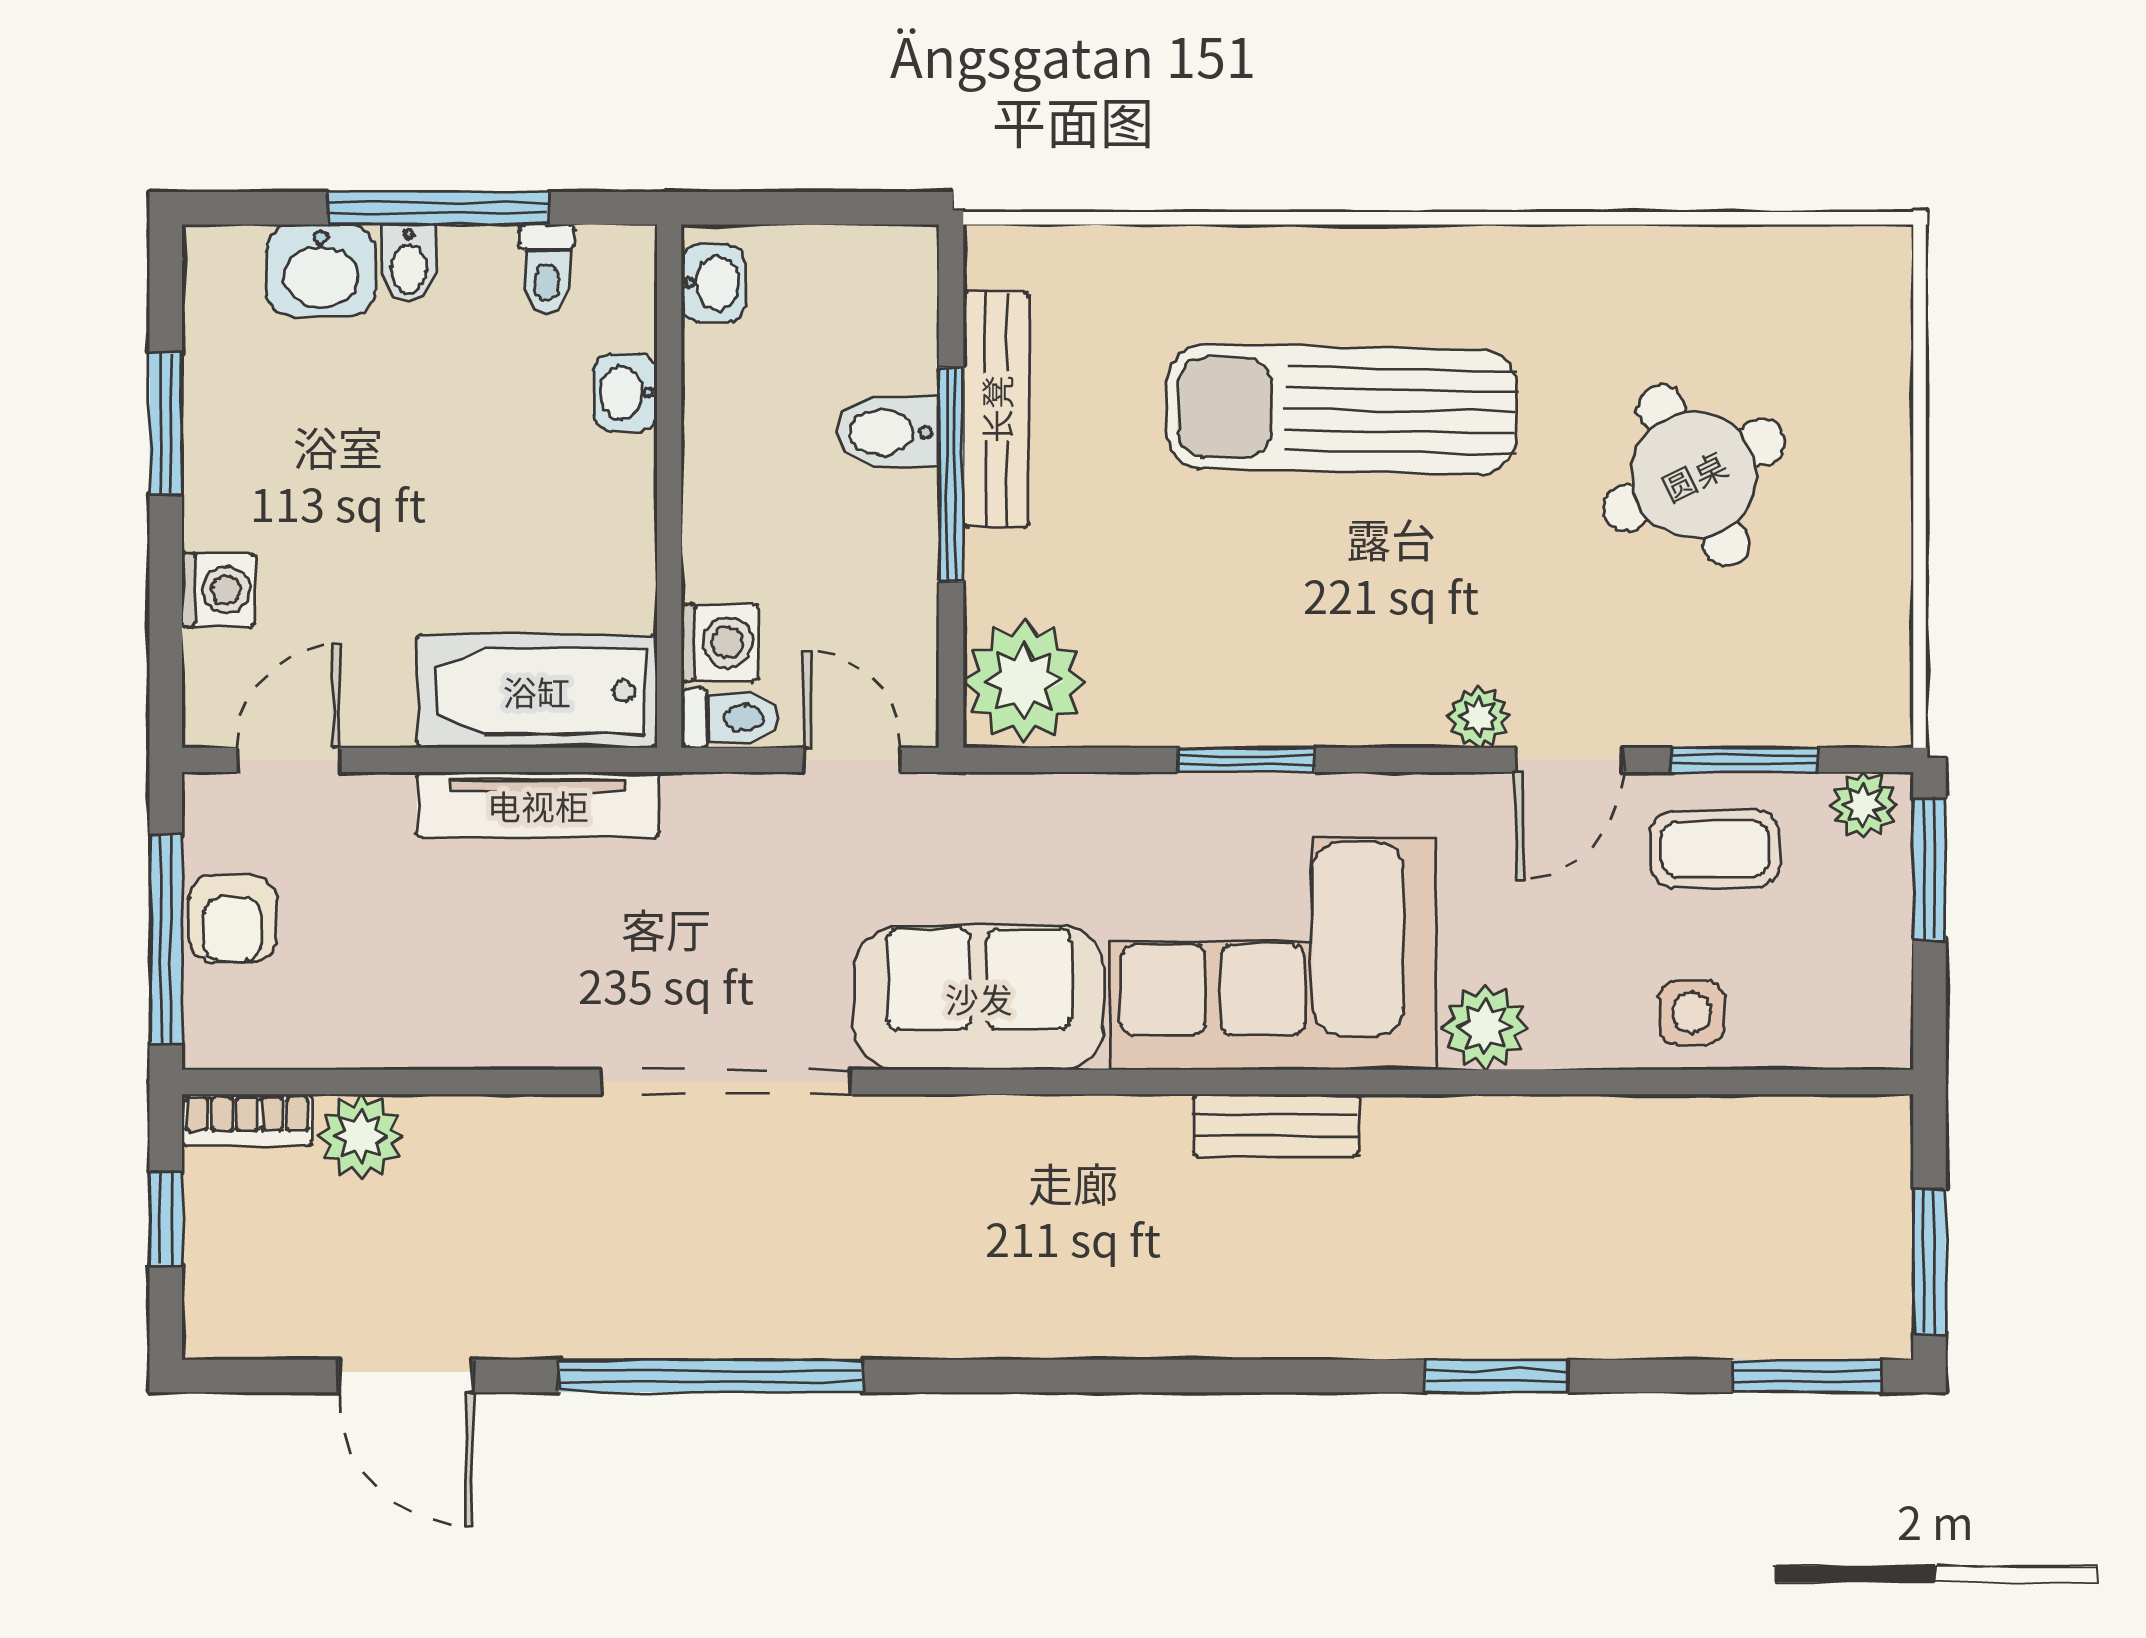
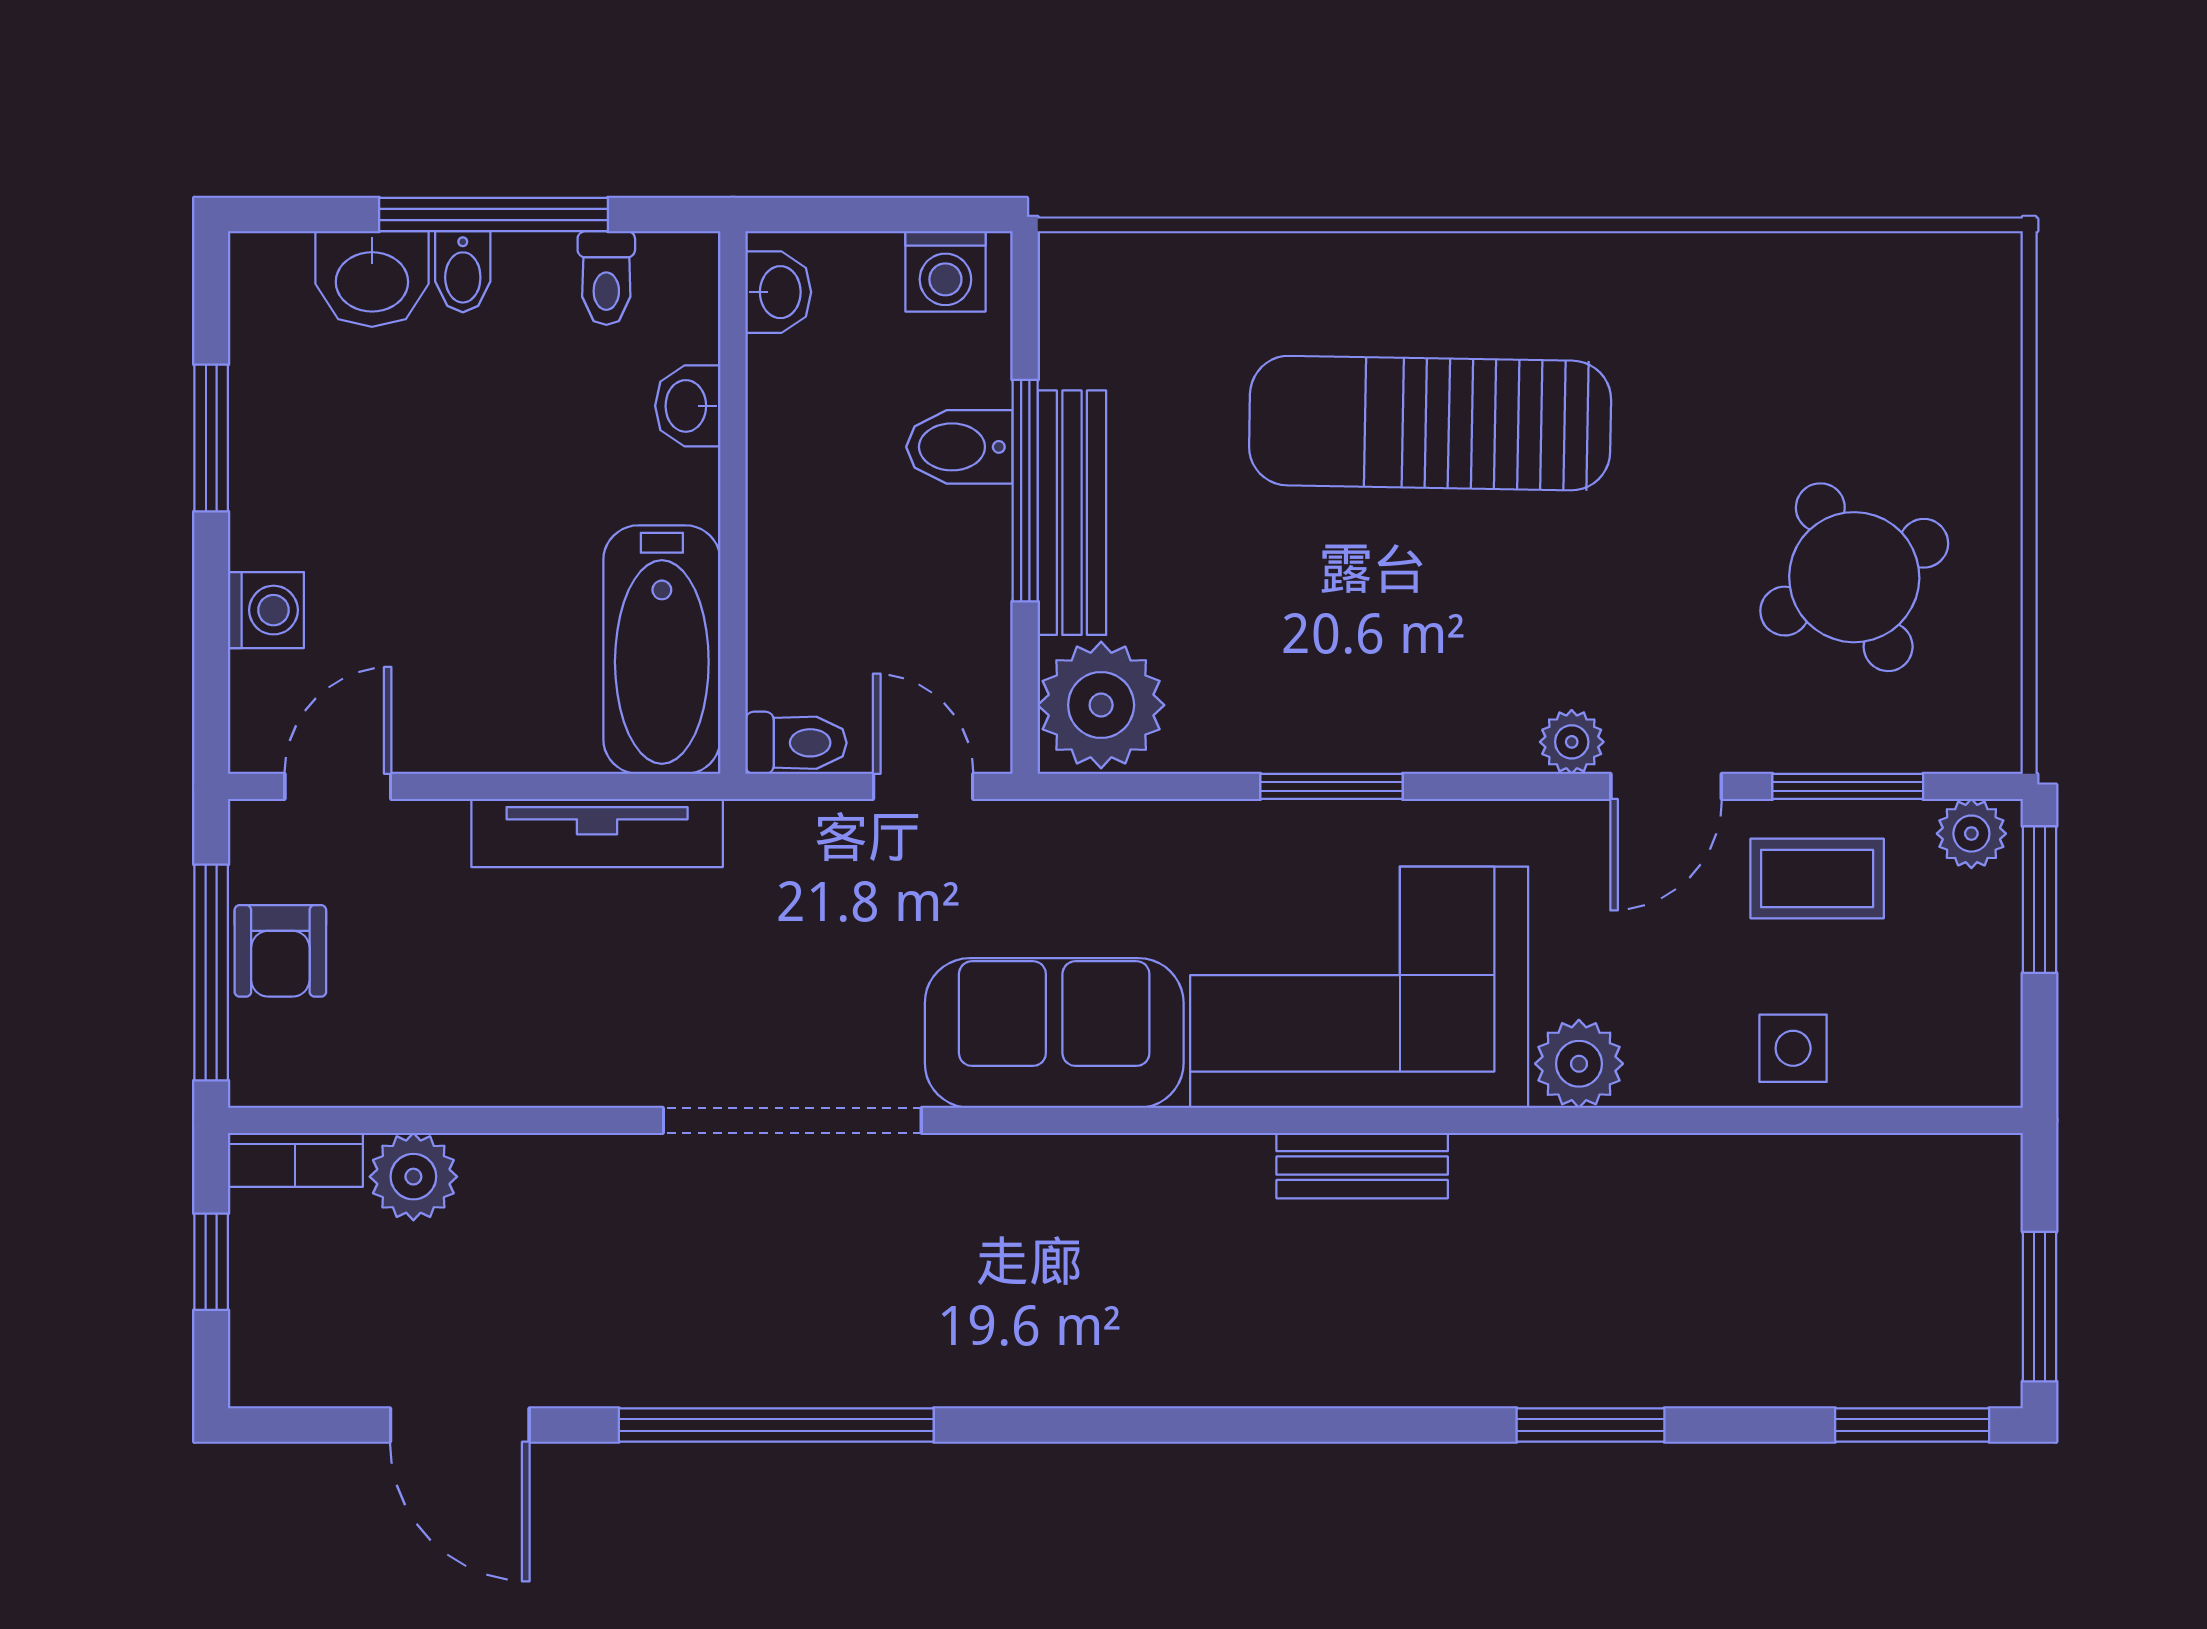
bench: (996, 409) -> (1072, 513), moved
round table: (1694, 475) -> (1854, 577), moved
washing machine: (720, 643) -> (945, 271), moved, turned 90
bathtub: (537, 691) -> (662, 650), moved, turned -90

